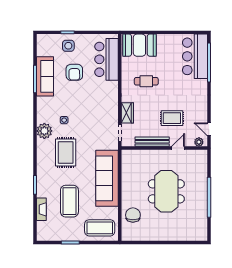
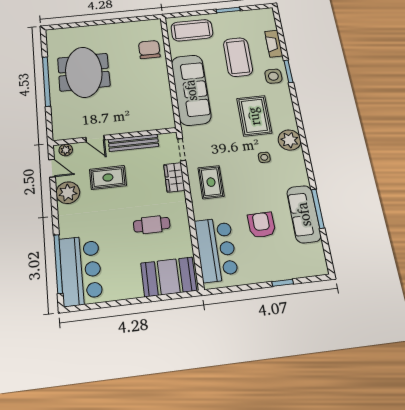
side table: (68, 46) -> (273, 76), moved
rug: (103, 106) -> (211, 182), added
plant: (200, 110) -> (68, 193), added
door: (178, 148) -> (95, 139), hinge flipped
meeting table: (166, 191) -> (84, 72), moved
chair: (133, 215) -> (149, 50), turned 180

